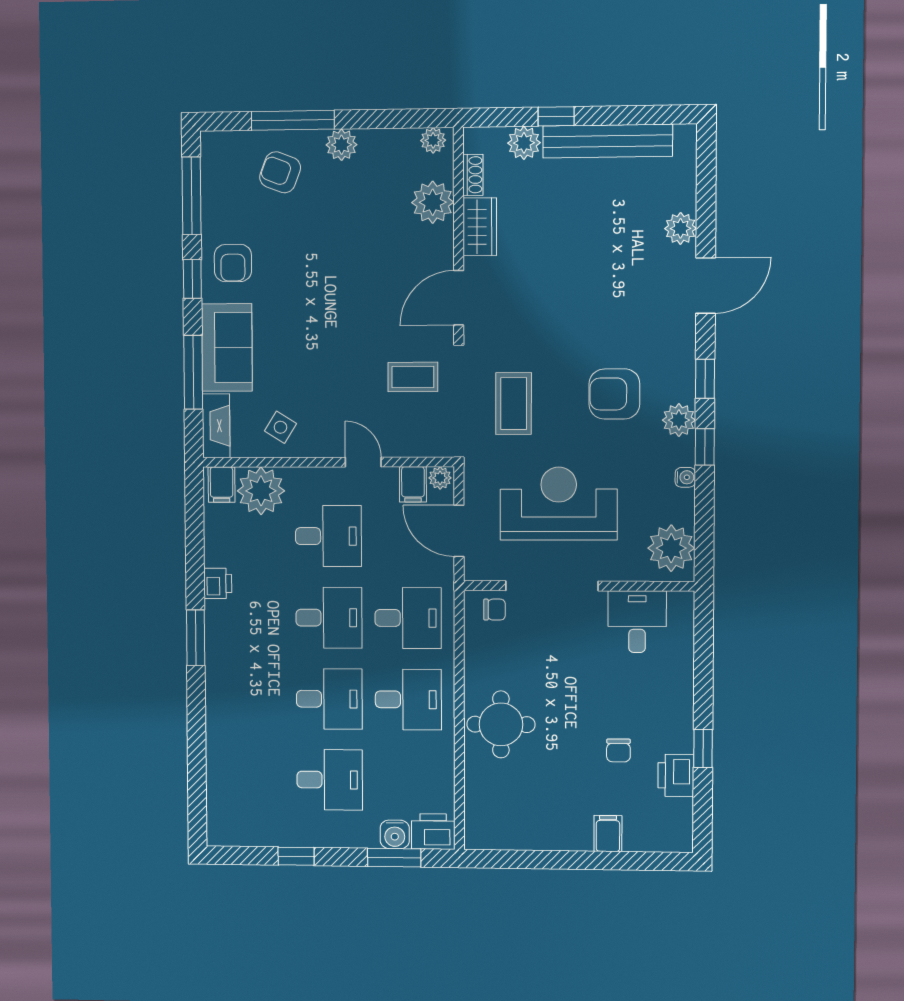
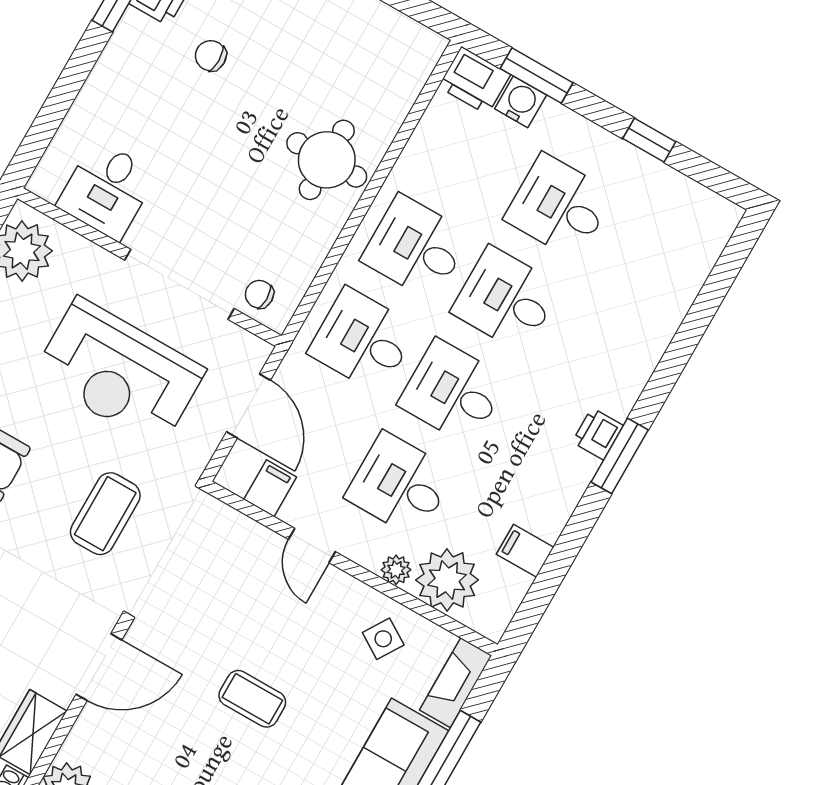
coffee table: (413, 377) -> (252, 699), moved
plant: (440, 478) -> (396, 570), moved
filing cabinet: (222, 485) -> (525, 551), moved, turned -90
printer: (218, 583) -> (598, 434), moved
chair: (618, 750) -> (211, 56), turned -90

